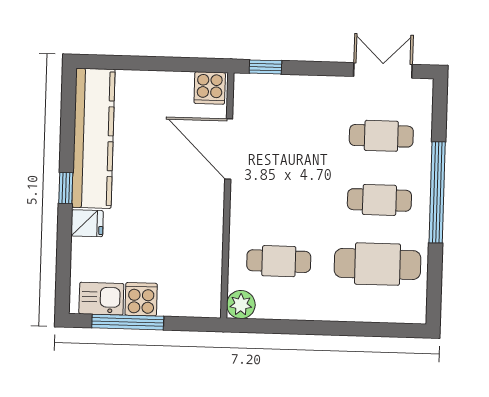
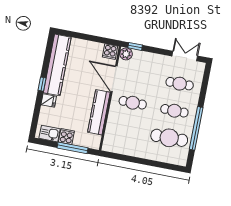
window: (437, 192) -> (196, 128), moved
kitchen counter: (207, 232) -> (99, 112), added
cafe table: (279, 261) -> (133, 103), moved
plant: (241, 305) -> (126, 54), moved
window: (128, 322) -> (73, 148), moved

